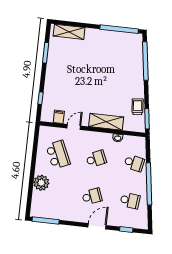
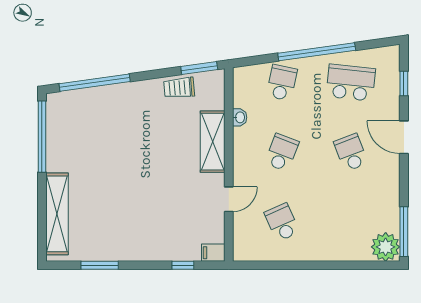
shelving: (69, 32) -> (57, 214), width x1.47
filing cabinet: (59, 117) -> (213, 253), moved
door: (74, 127) -> (229, 199), swing flipped
school desk: (58, 155) -> (282, 222), width x0.54
school desk: (96, 159) -> (282, 152), turned 45
plant: (41, 183) -> (386, 247), moved
school desk: (130, 201) -> (351, 83), width x1.85

